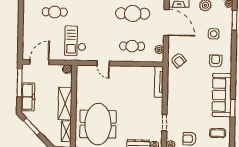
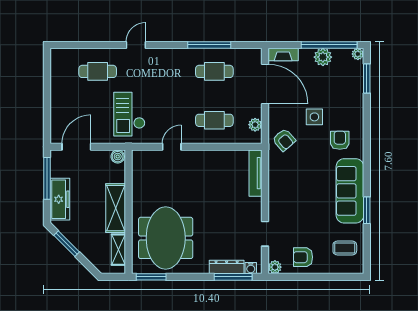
cafe table: (133, 13) -> (214, 71), width x0.73, depth x0.74
side table: (214, 34) -> (314, 117), moved
door: (103, 63) -> (172, 147), swing flipped

